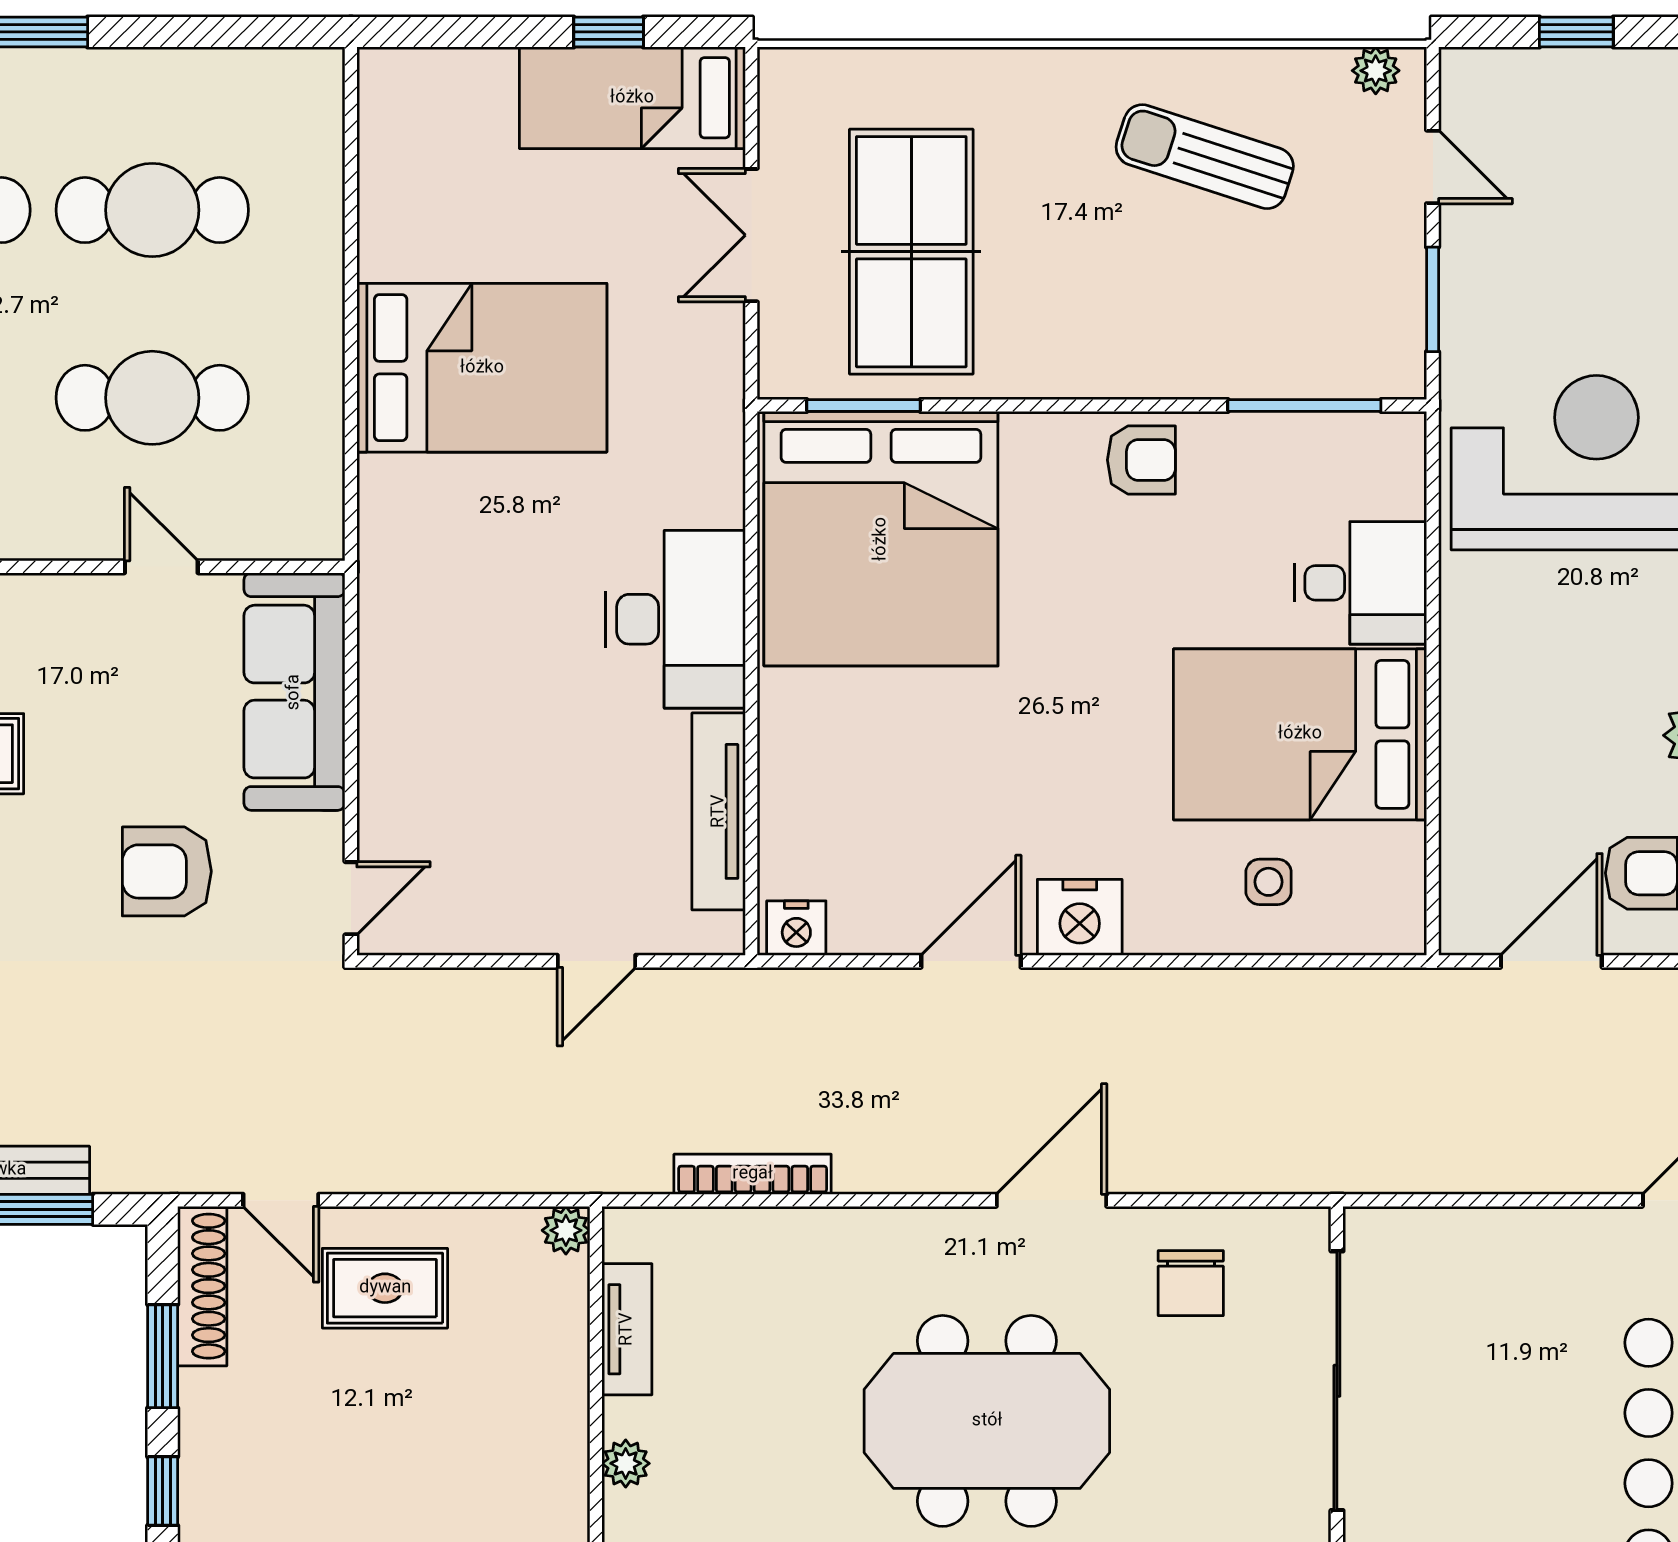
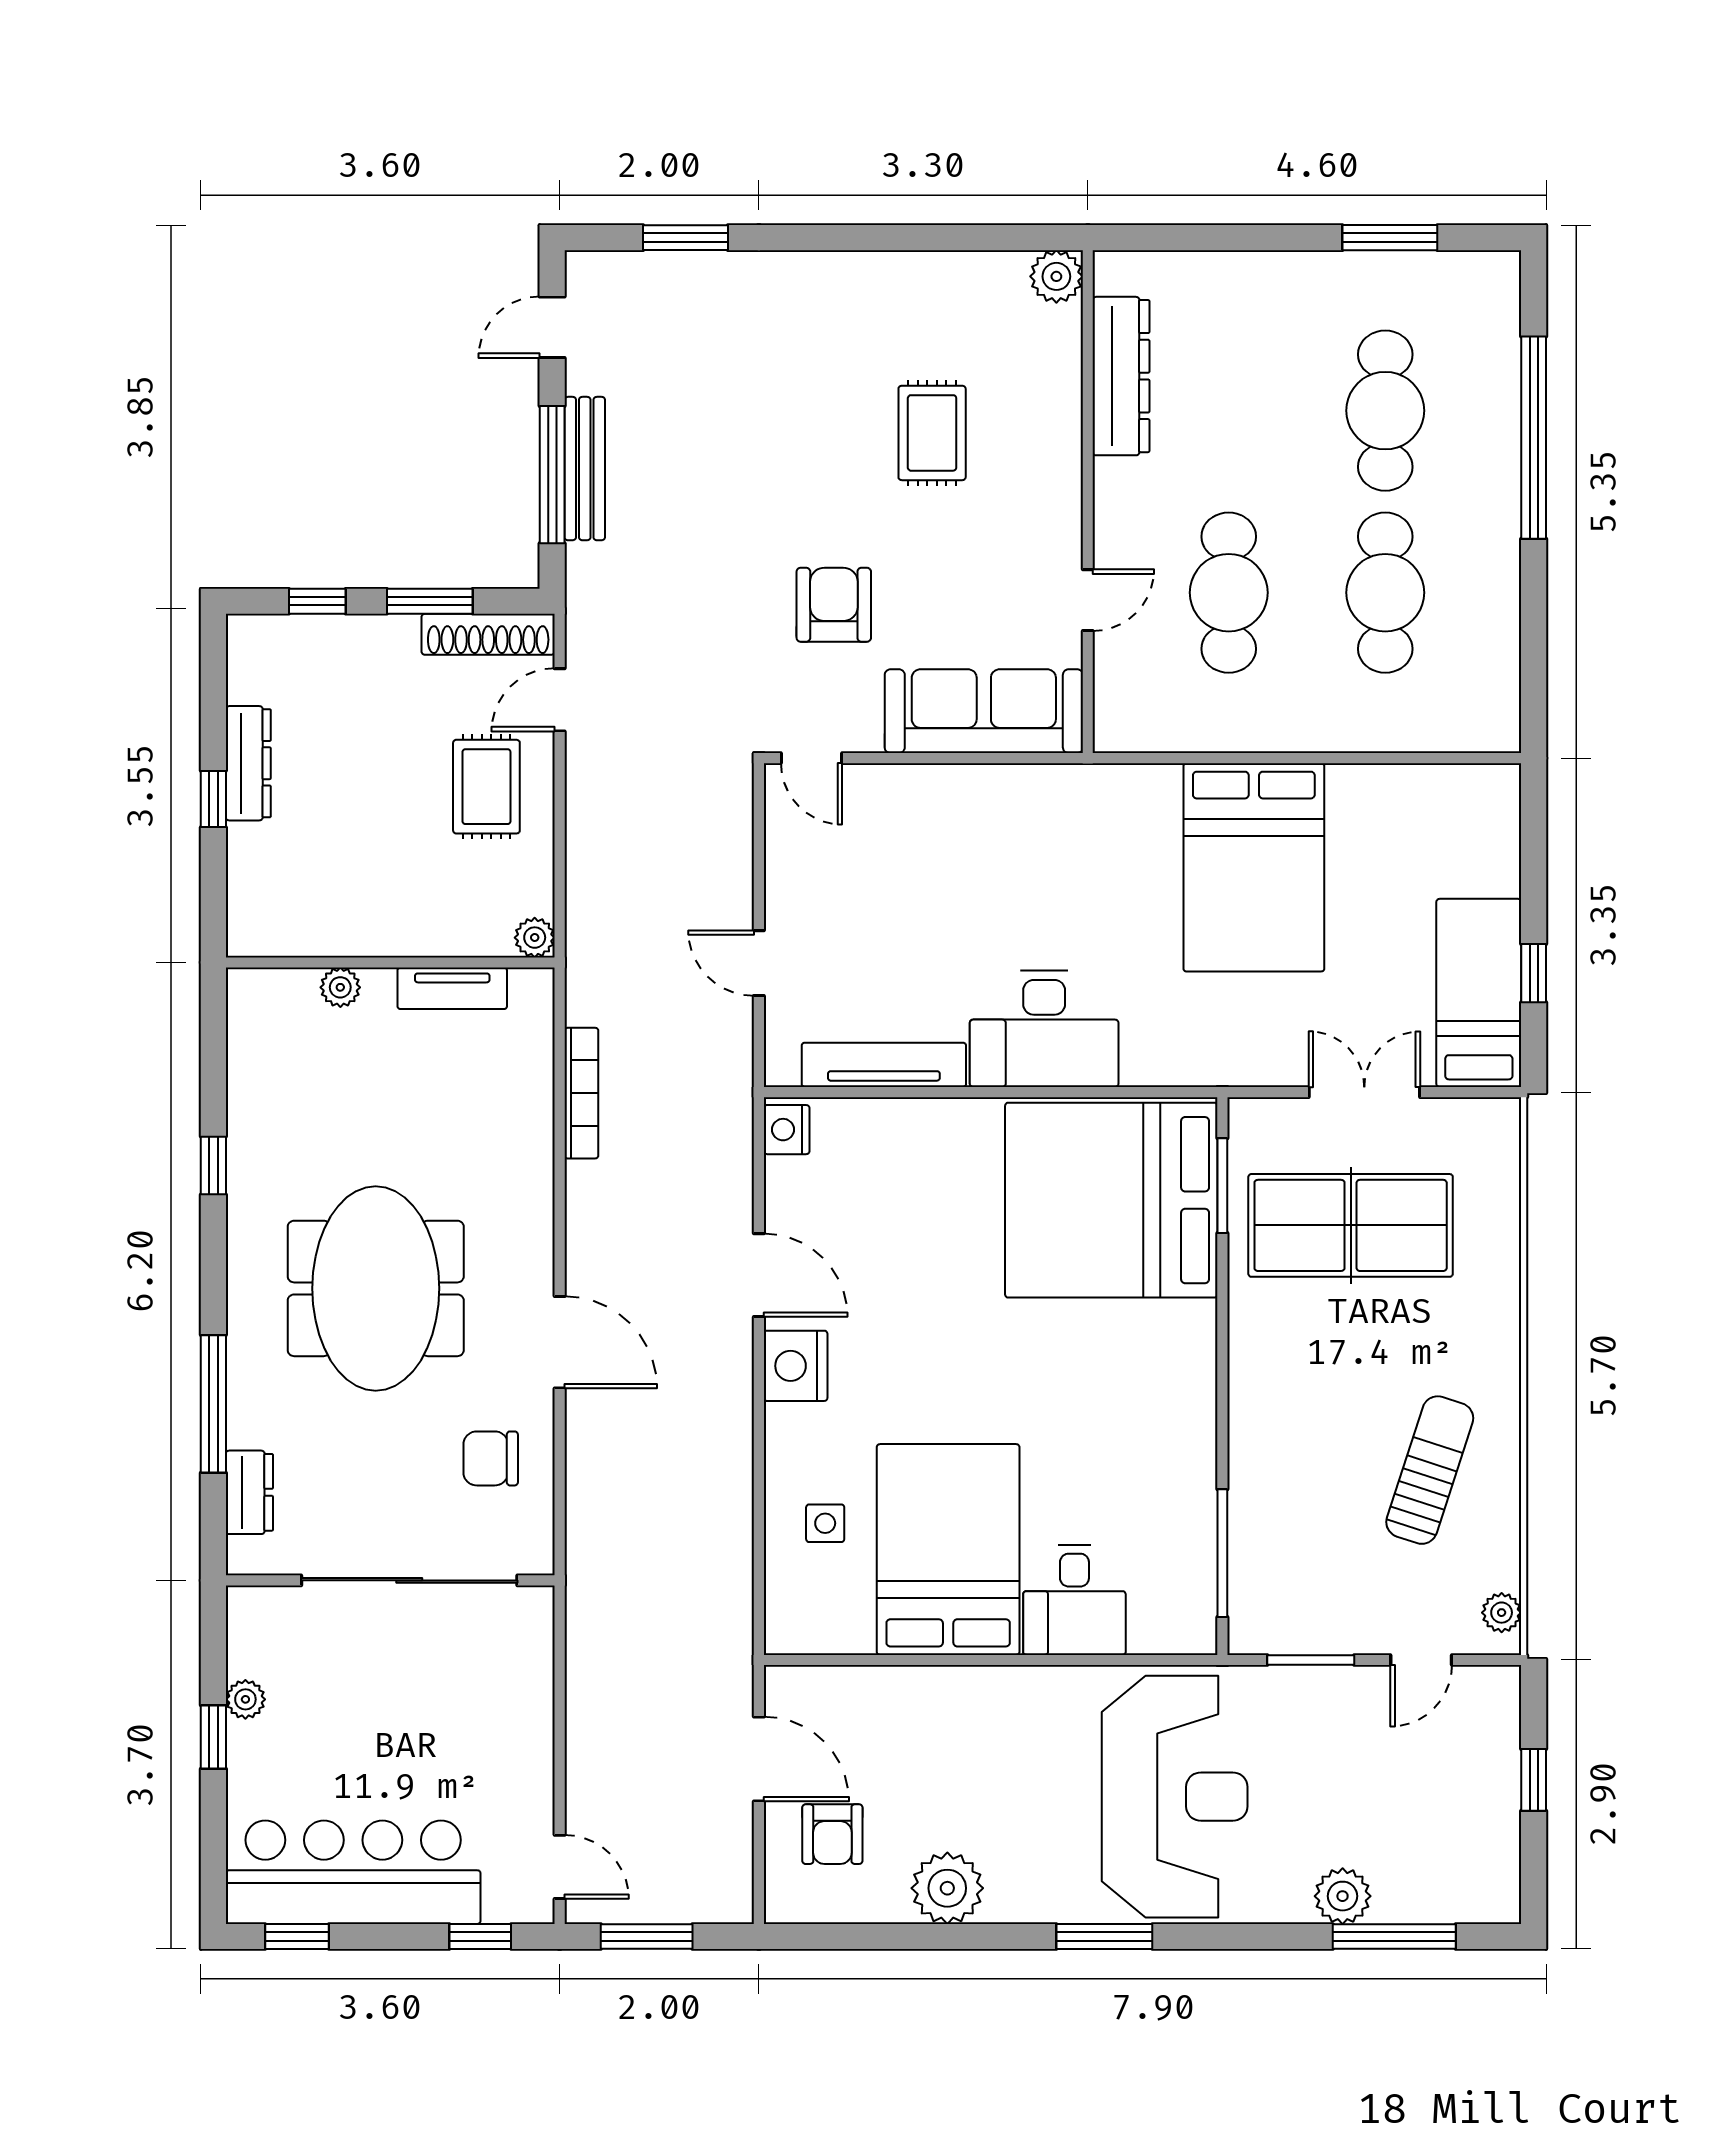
armchair: (1141, 460) -> (1177, 1417), removed

